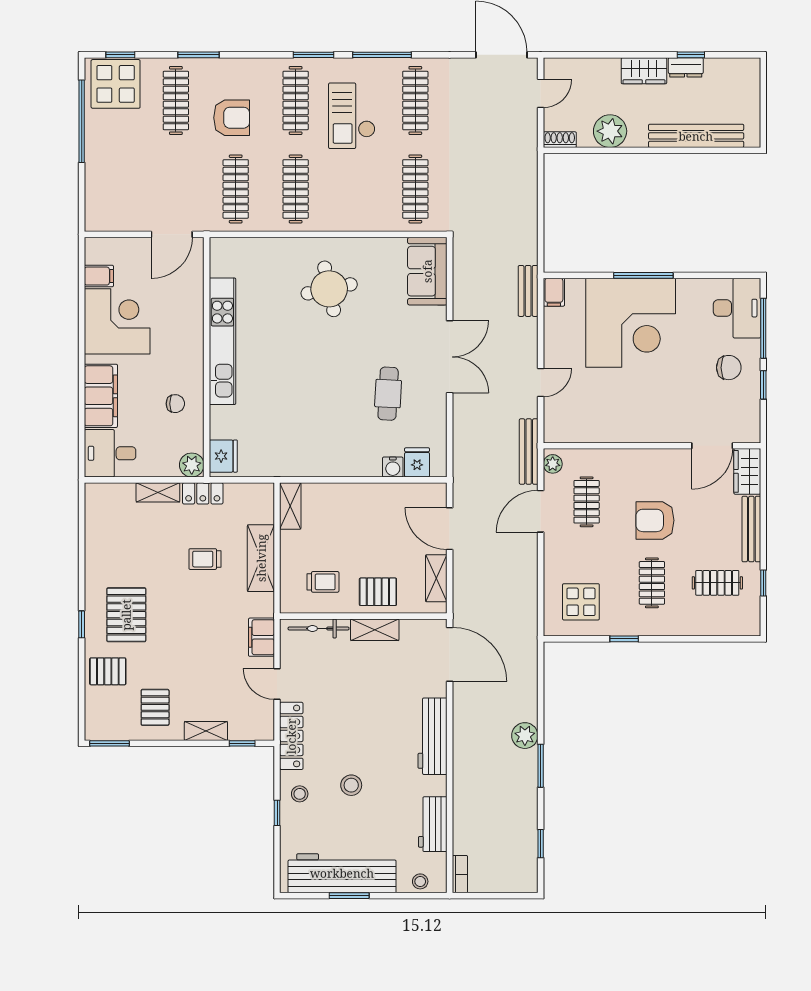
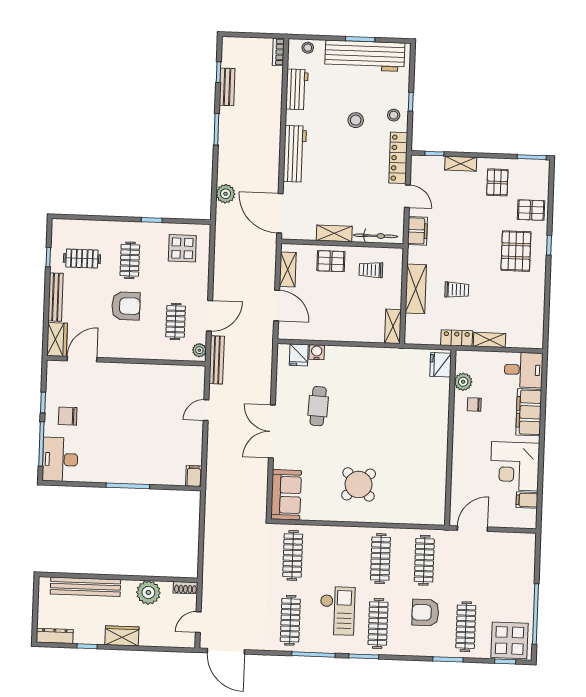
dresser: (686, 67) -> (55, 636), moved, width x1.44
round table: (329, 289) -> (359, 484), turned -32
bench: (528, 291) -> (227, 87), moved
corner desk: (631, 323) -> (138, 452), removed
kitchen unit: (222, 341) -> (438, 449), removed
plant: (192, 465) -> (463, 382), moved
plant: (525, 736) -> (226, 194), moved

